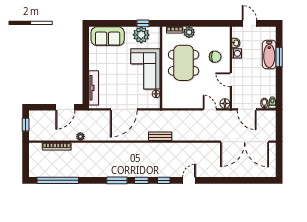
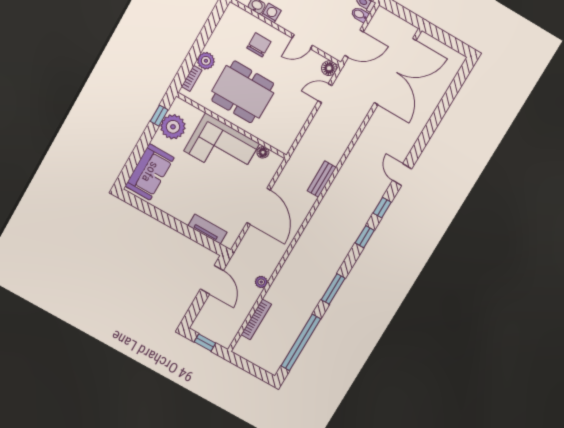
tv unit: (94, 88) -> (208, 229), width x0.71
window: (117, 180) -> (333, 289), moved

